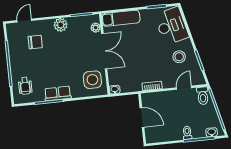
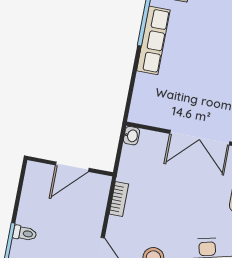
side table: (92, 80) -> (159, 104), removed
row of seats: (58, 93) -> (153, 40), width x1.48

